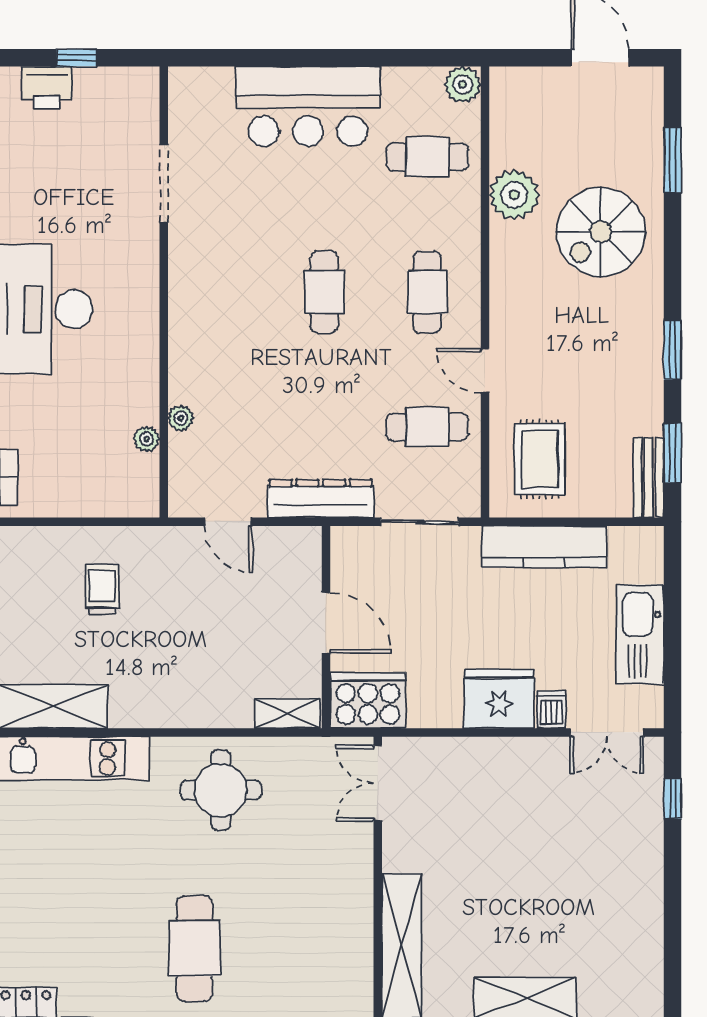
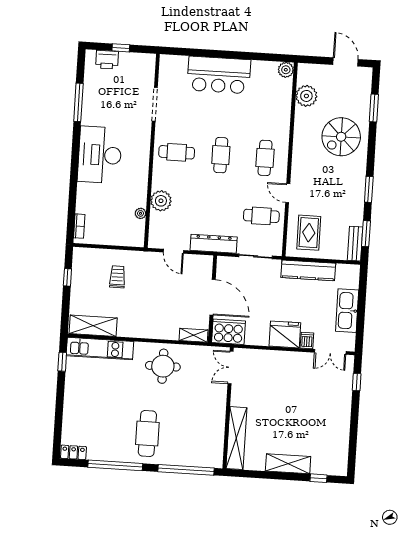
cafe table: (427, 157) -> (177, 152), moved
plant: (514, 195) -> (306, 96), moved
plant: (181, 418) -> (161, 201), width x1.88, depth x1.88
door: (326, 623) -> (213, 297), width x1.36

